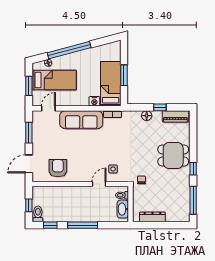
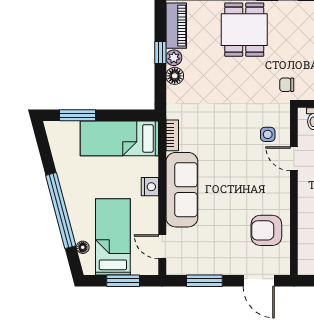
window: (124, 75) -> (77, 115), moved
nightstand: (94, 101) -> (150, 187), moved
plant: (157, 115) -> (174, 58), added

